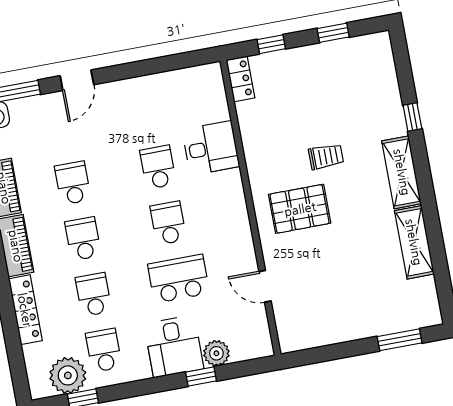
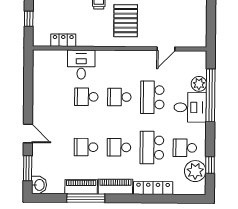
locker: (240, 79) -> (63, 40), moved
school desk: (93, 295) -> (152, 148), width x1.85
window: (201, 377) -> (210, 95), width x3.17

